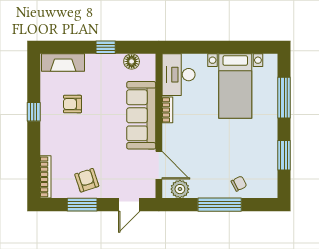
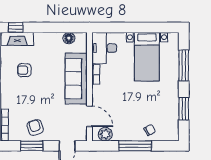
window: (106, 47) -> (16, 27), moved

